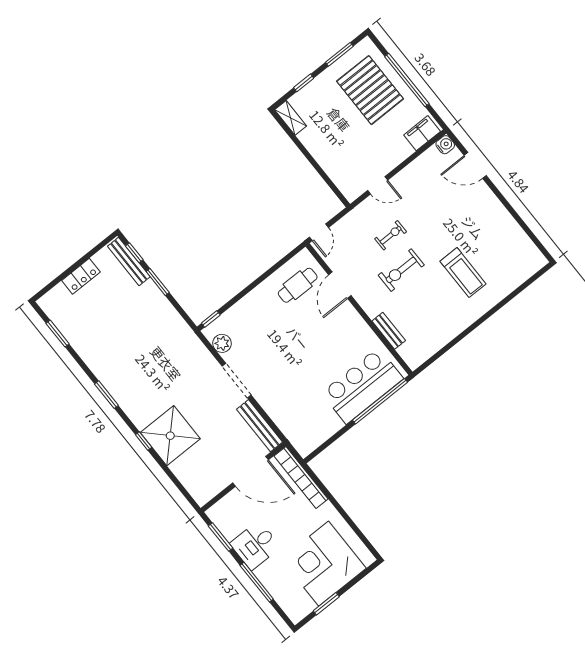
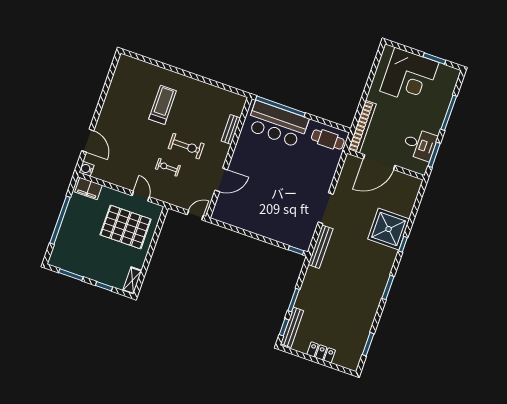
pallet: (370, 90) -> (126, 227), moved, turned 90
cafe table: (298, 285) -> (328, 139), moved
plant: (222, 343) -> (307, 233), removed
bench: (260, 426) -> (321, 247), moved
door: (250, 471) -> (379, 162), swing flipped
desk: (255, 545) -> (420, 144), moved

